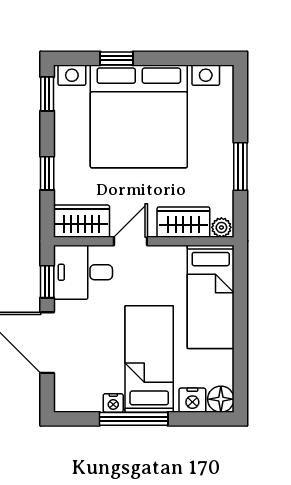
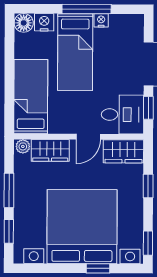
window: (240, 109) -> (9, 231), added

